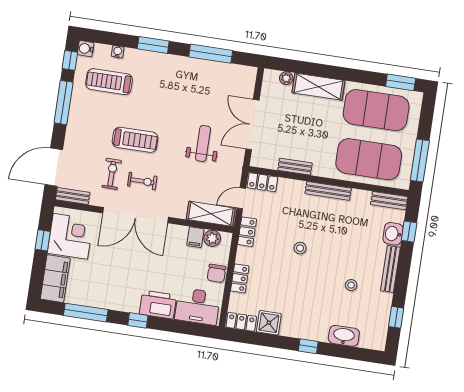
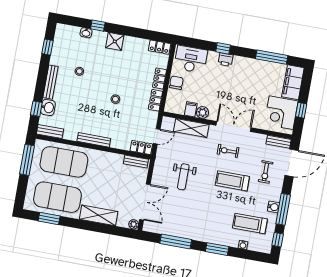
water cooler: (86, 49) -> (273, 207), moved
plant: (286, 78) -> (134, 224), moved
treadmill: (109, 82) -> (250, 223), turned 180
window: (401, 82) -> (49, 218), moved
double door: (252, 125) -> (145, 202), moved
bench: (295, 167) -> (136, 161), moved
exercise bike: (112, 174) -> (266, 172), moved
shelving: (211, 214) -> (191, 128), moved
double door: (136, 215) -> (234, 126), width x0.73
locker: (247, 232) -> (155, 100), moved
plant: (212, 238) -> (203, 112), moved
printer: (158, 305) -> (225, 60), width x0.53, depth x0.68
window: (138, 320) -> (223, 48), moved
shower: (269, 323) -> (115, 41), moved
washbasin: (344, 336) -> (86, 33), width x0.52, depth x0.69
window: (308, 346) -> (98, 26), moved

